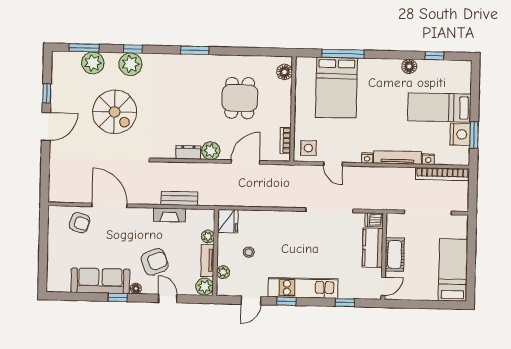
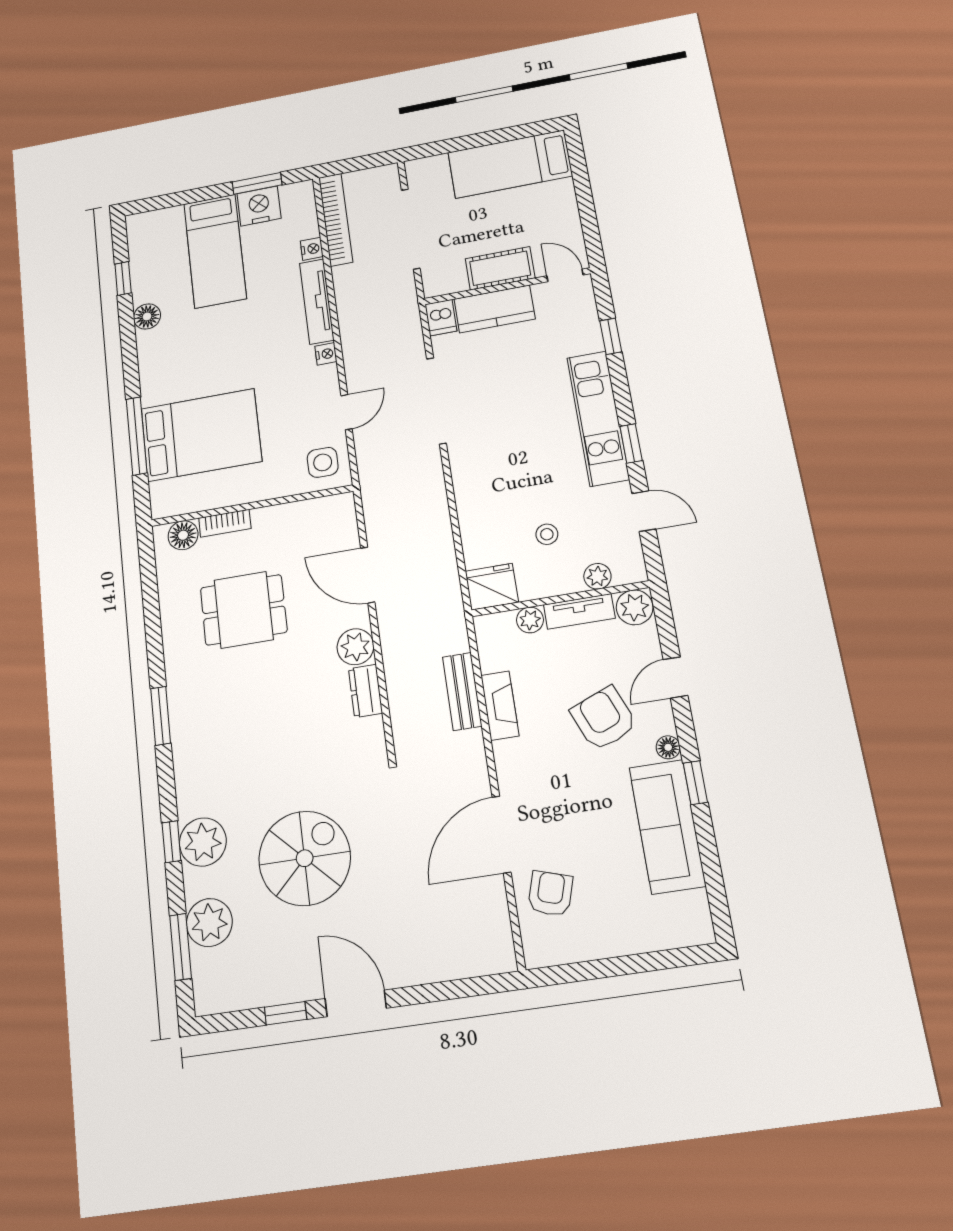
bookcase: (285, 141) -> (225, 523), moved

